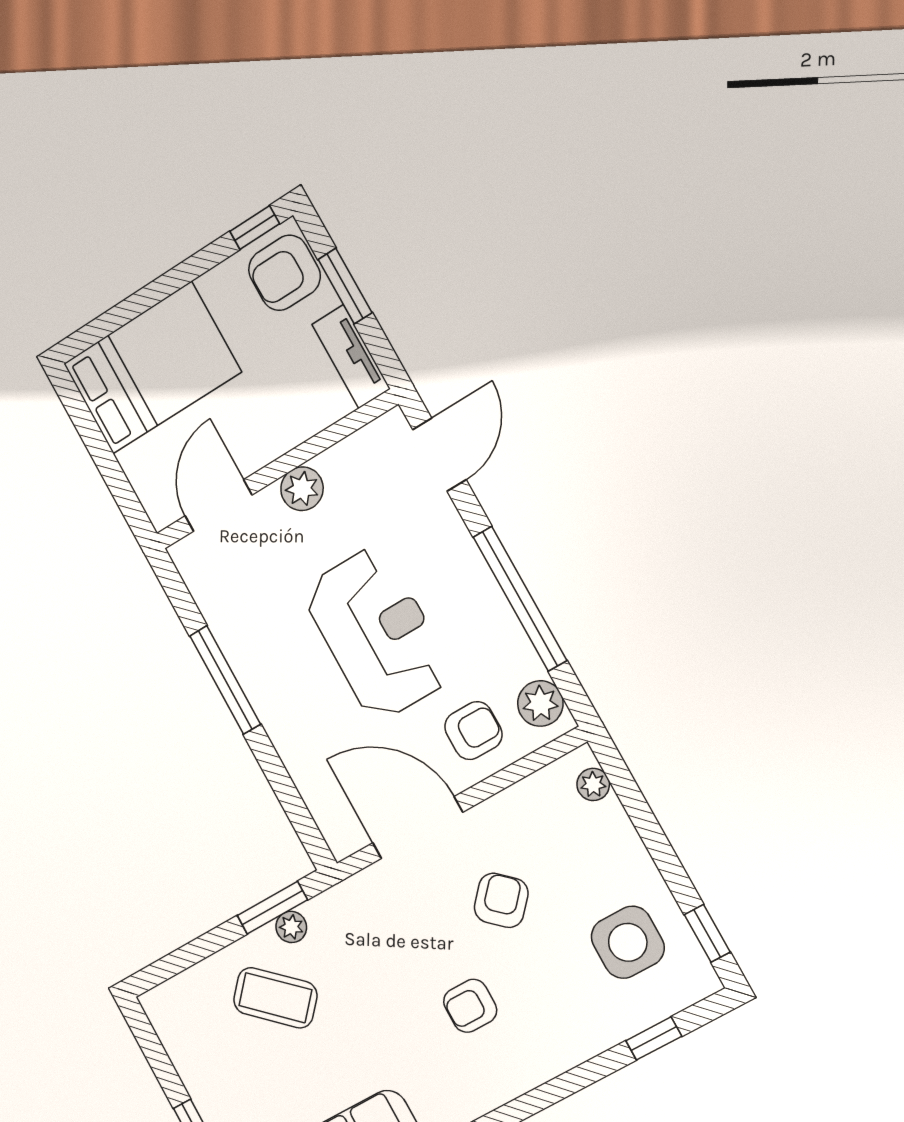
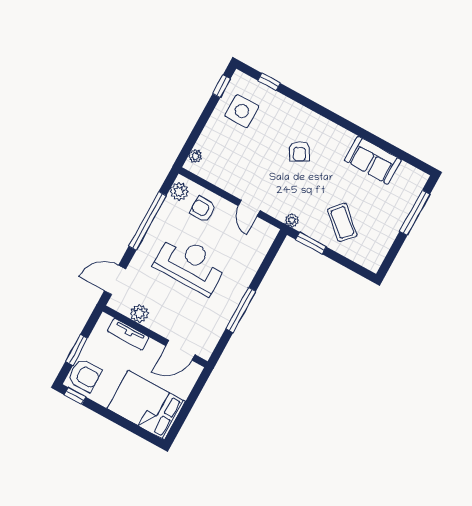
tv unit: (351, 357) -> (128, 334), moved, turned 90
plant: (302, 489) -> (139, 313), moved
reception desk: (377, 633) -> (190, 264), turned 90
door: (418, 828) -> (249, 208), width x0.53
armchair: (501, 900) -> (256, 163), removed
plant: (291, 927) -> (292, 220), moved
armchair: (470, 1006) -> (299, 151), turned 61

